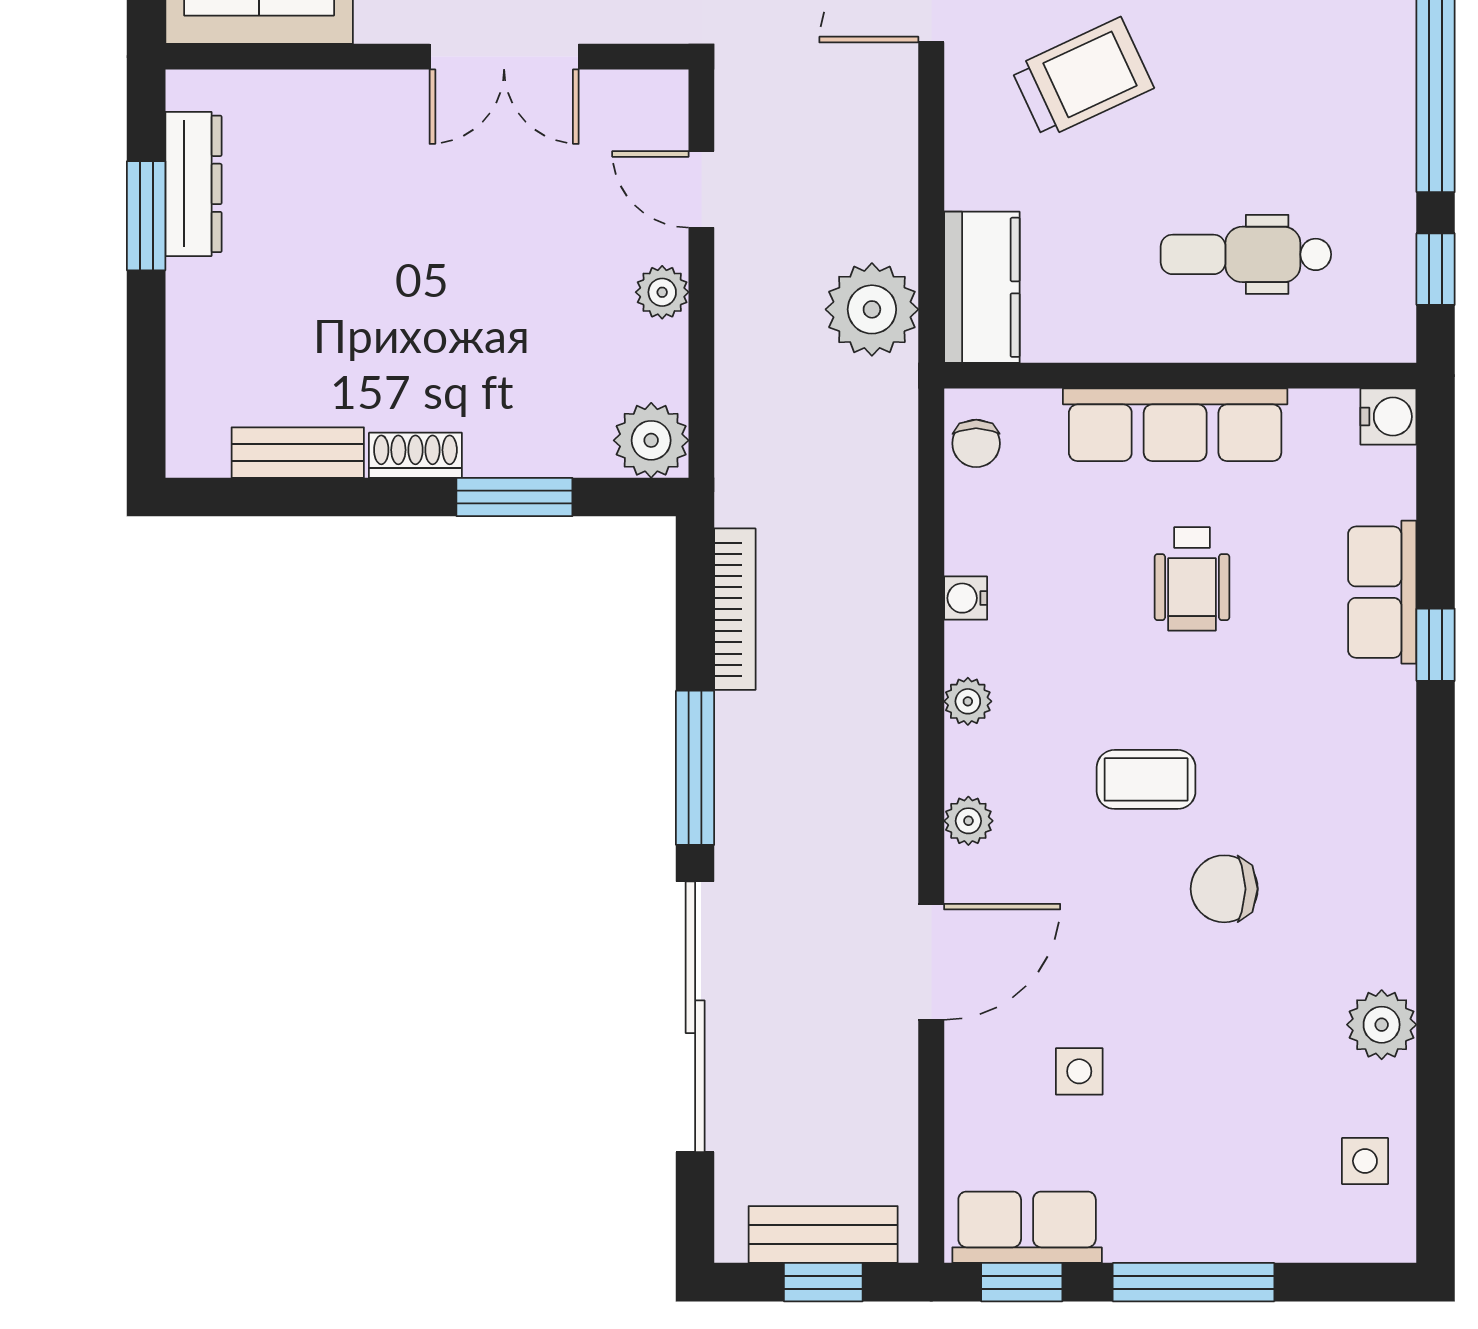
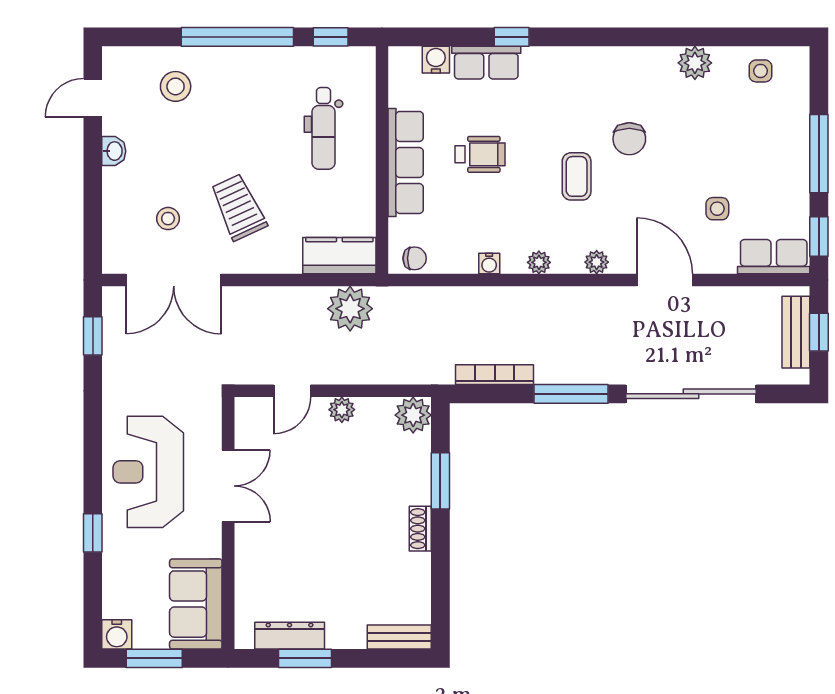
water cooler: (1388, 417) -> (436, 60), moved
bench: (298, 453) -> (399, 637), moved, turned 90
row of seats: (1027, 1227) -> (774, 257), moved, turned 90

